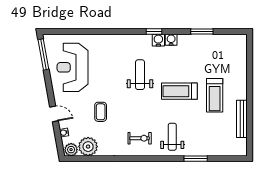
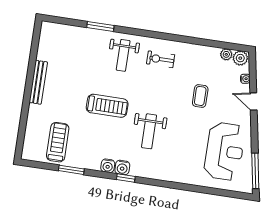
treadmill: (215, 95) -> (58, 142), moved
bench: (242, 119) -> (38, 82), moved
plant: (88, 147) -> (226, 54), width x0.53, depth x0.53

